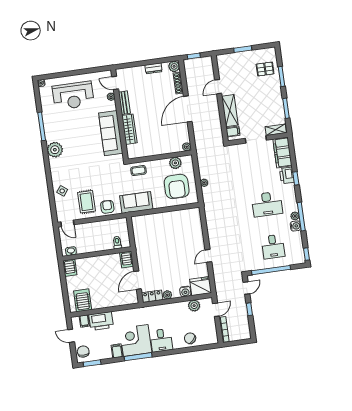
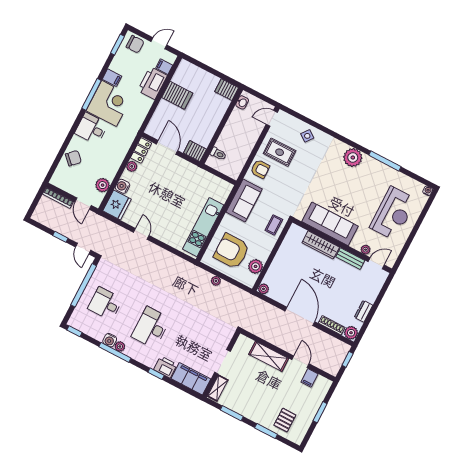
reception desk: (73, 96) -> (393, 213), turned 180
filing cabinet: (233, 132) -> (310, 378), moved
kitchen unit: (174, 217) -> (203, 227), added
server rack: (83, 300) -> (177, 95), moved

